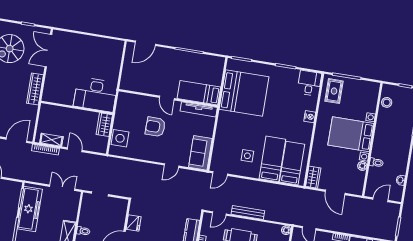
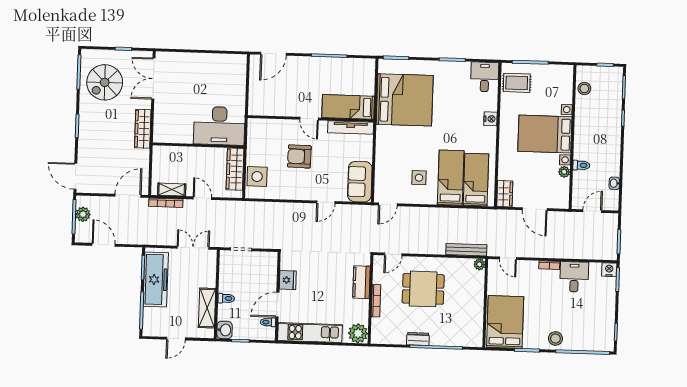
rug: (334, 91) -> (517, 83), turned 90
wardrobe: (104, 125) -> (235, 169), width x1.50
bench: (248, 212) -> (466, 250), moved

